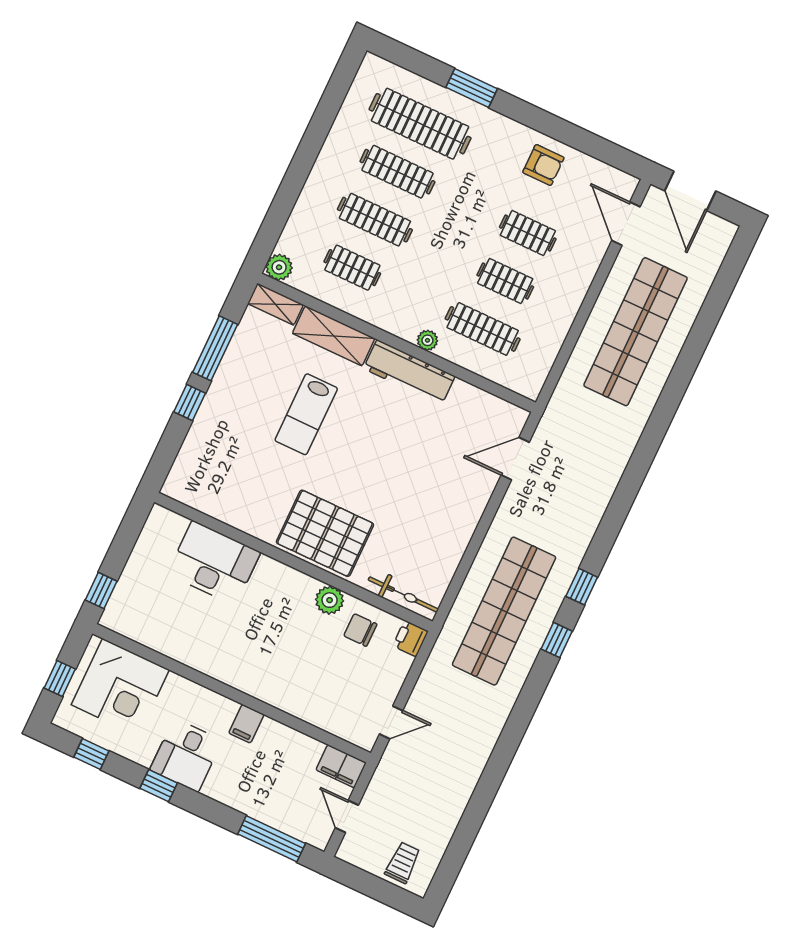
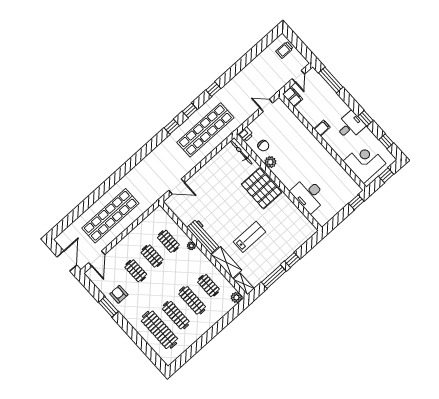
window: (472, 88) -> (108, 307), moved
clothes rail: (483, 329) -> (168, 241), width x0.73
window: (524, 709) -> (213, 89), added

